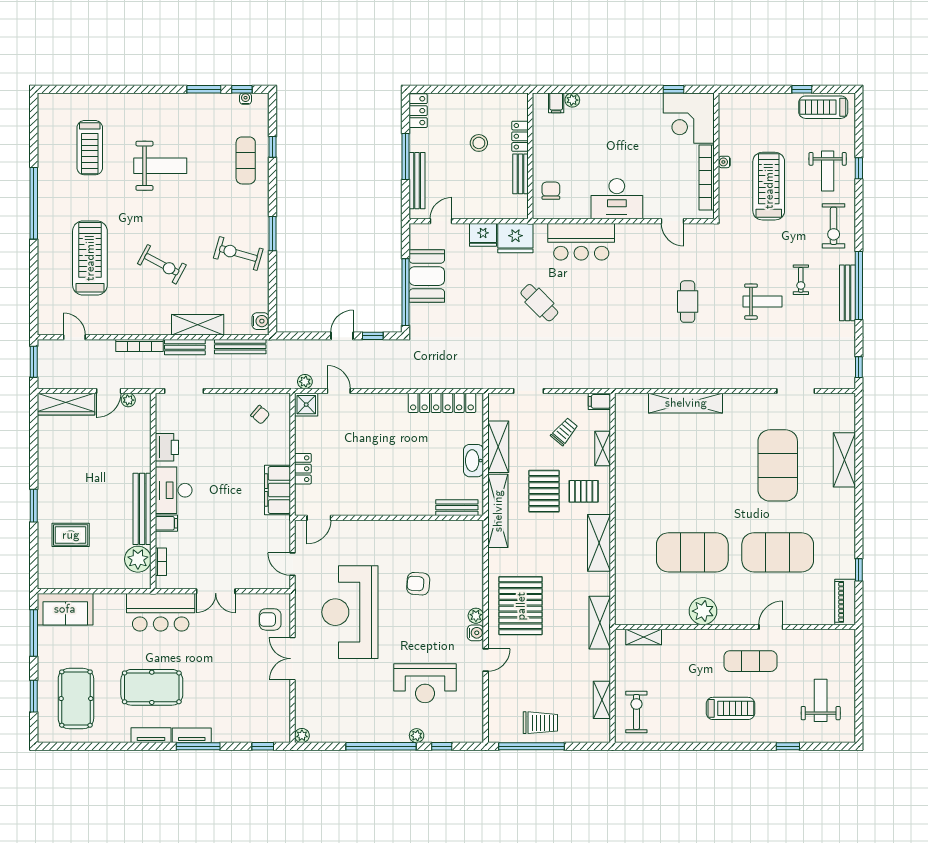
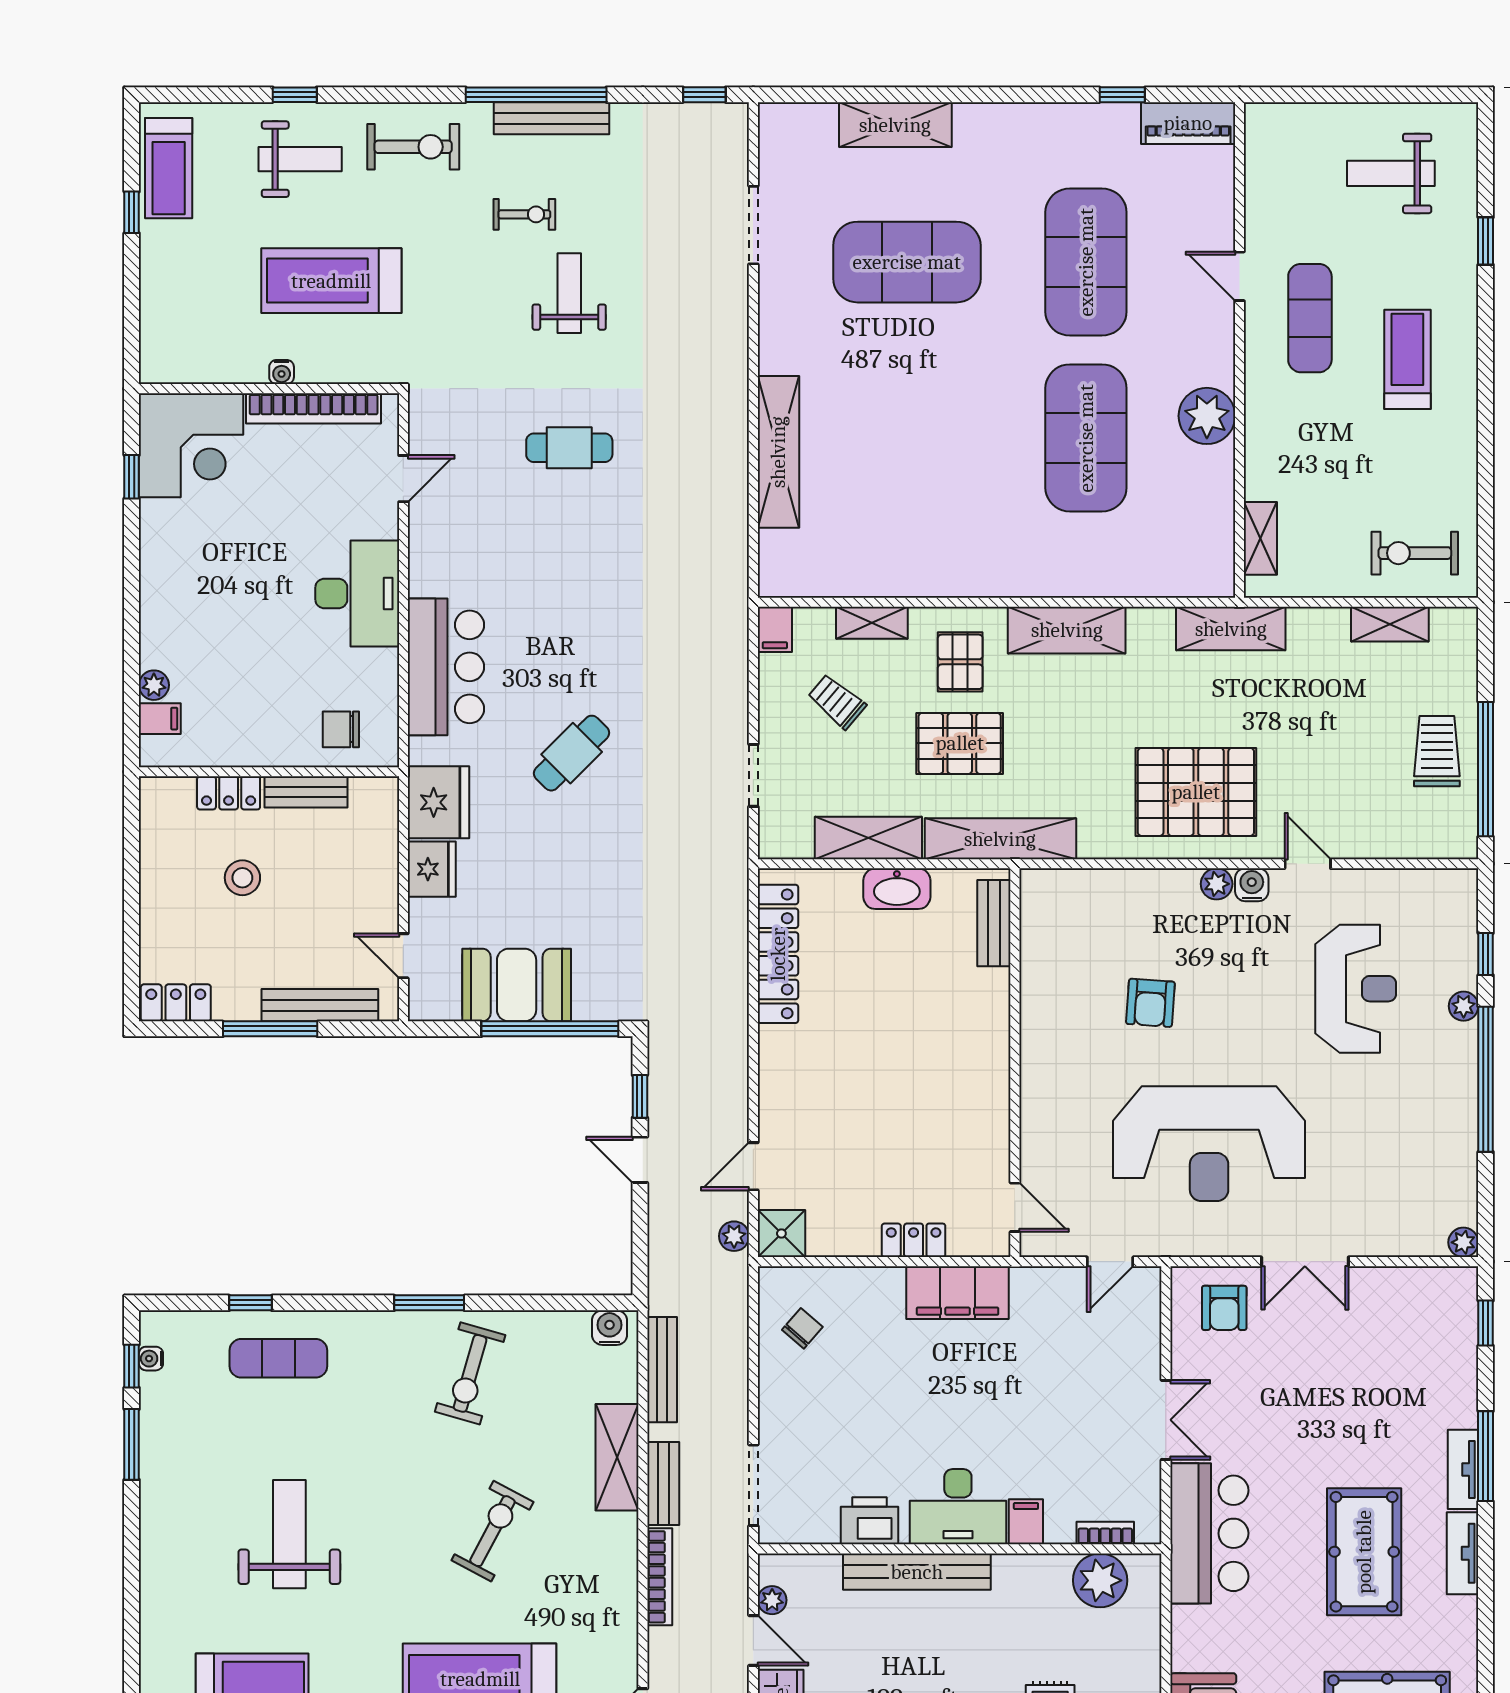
bench: (142, 509) -> (917, 1572), moved

